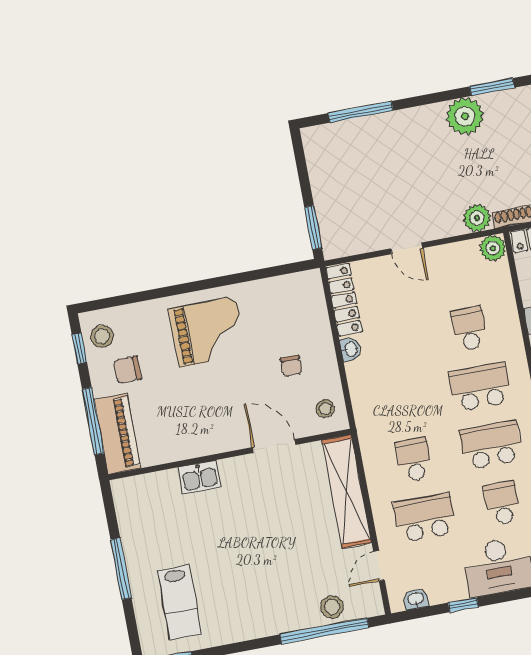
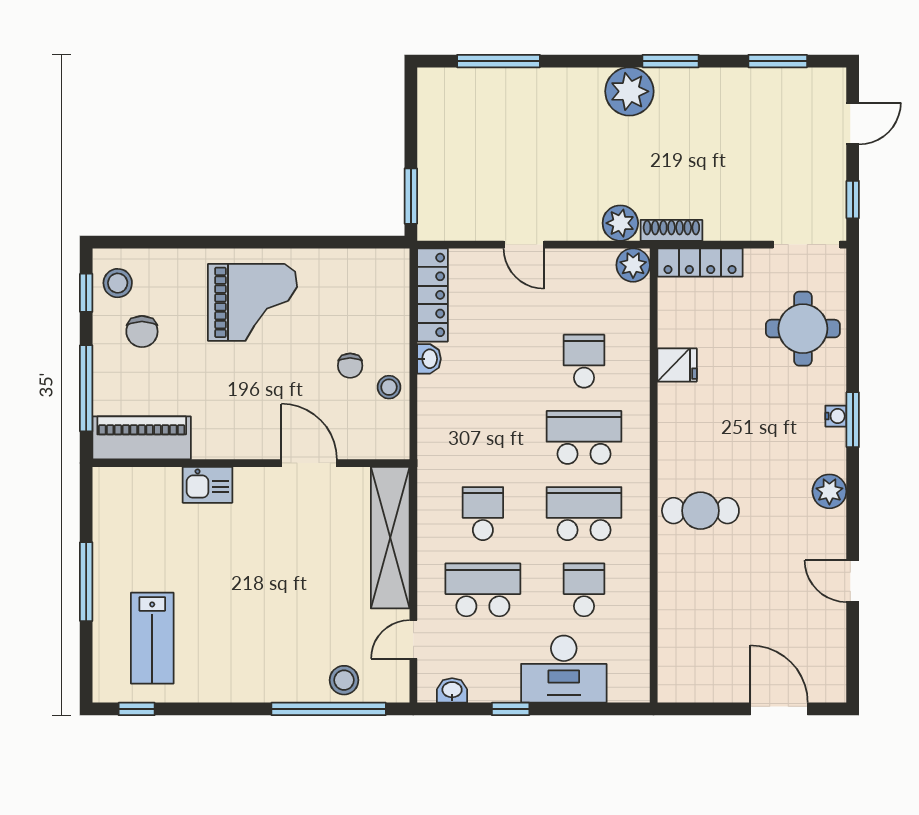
chair: (127, 370) -> (142, 332), turned -90
stool: (325, 409) -> (389, 387), moved
piano: (117, 434) -> (142, 438), moved, turned -90

